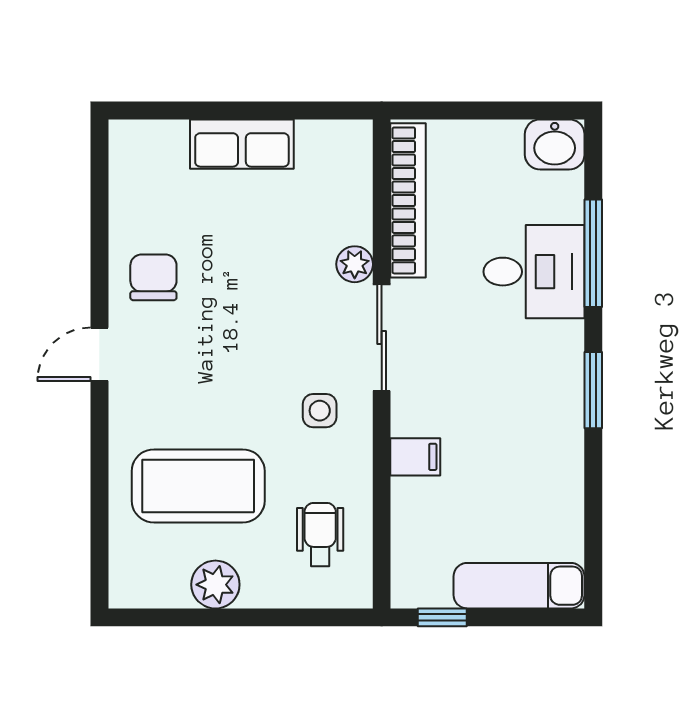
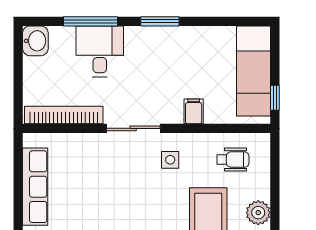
row of seats: (242, 144) -> (35, 187), width x1.48
plant: (355, 264) -> (96, 142), removed
wheelchair: (320, 534) -> (233, 160), turned 180
exam couch: (519, 586) -> (254, 71), width x1.36, depth x1.45

